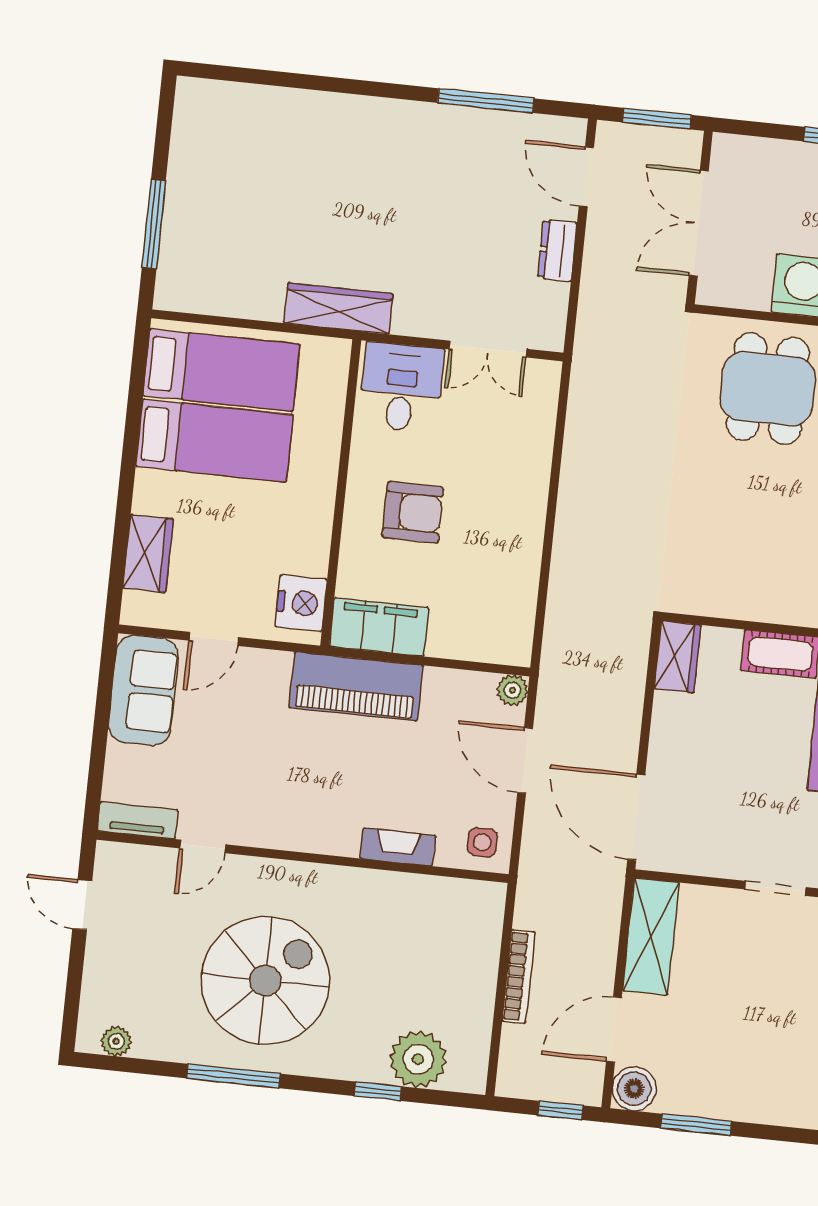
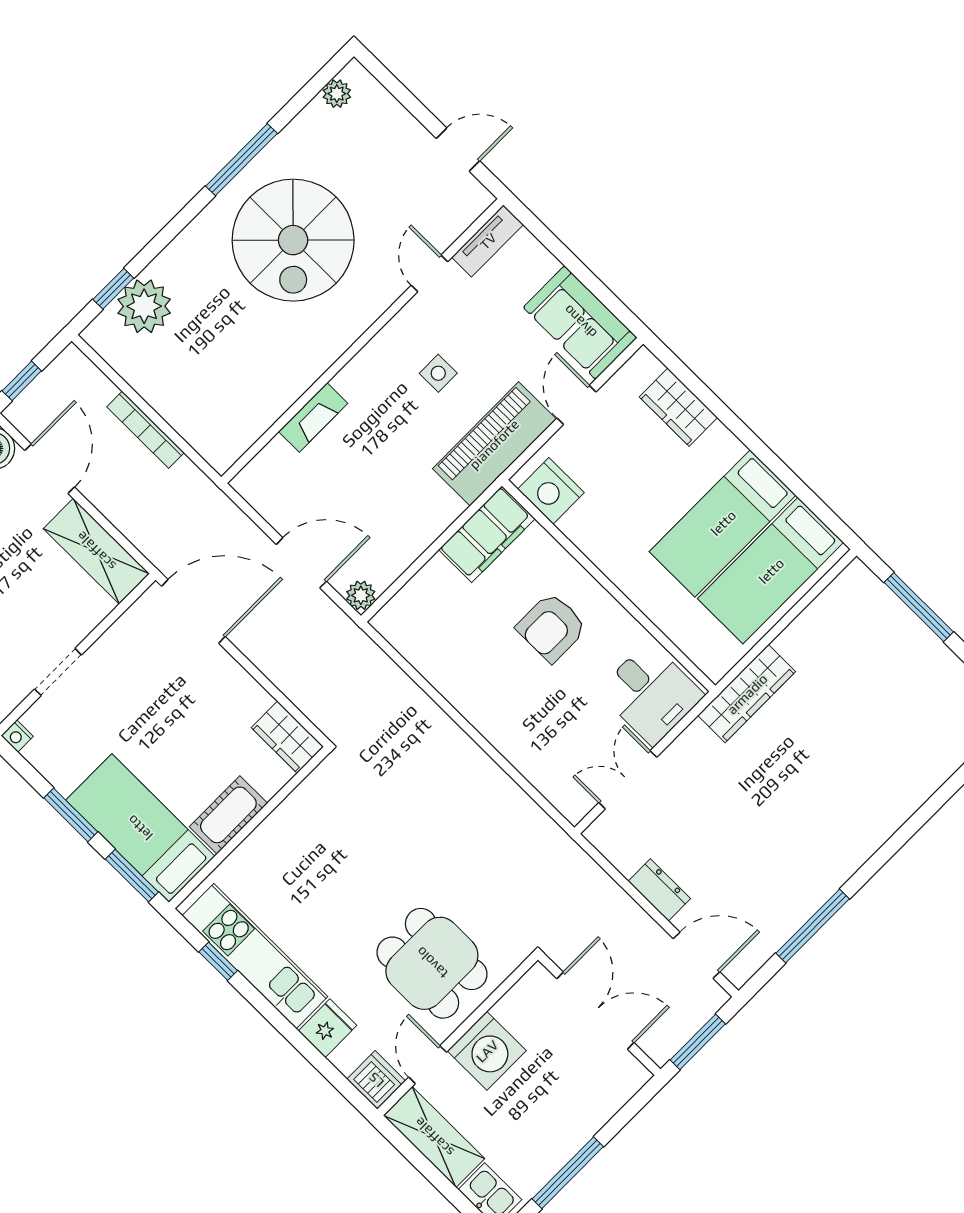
piano: (356, 686) -> (494, 444), moved
side table: (482, 842) -> (438, 373), moved
window: (378, 1091) -> (113, 289), moved

